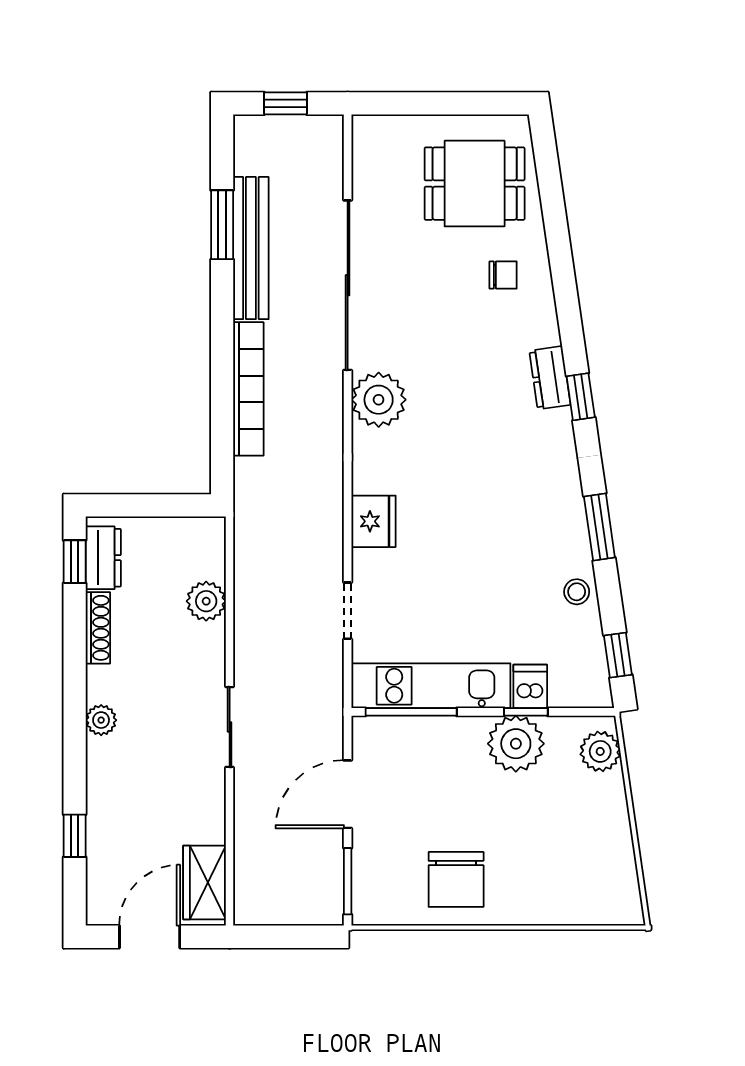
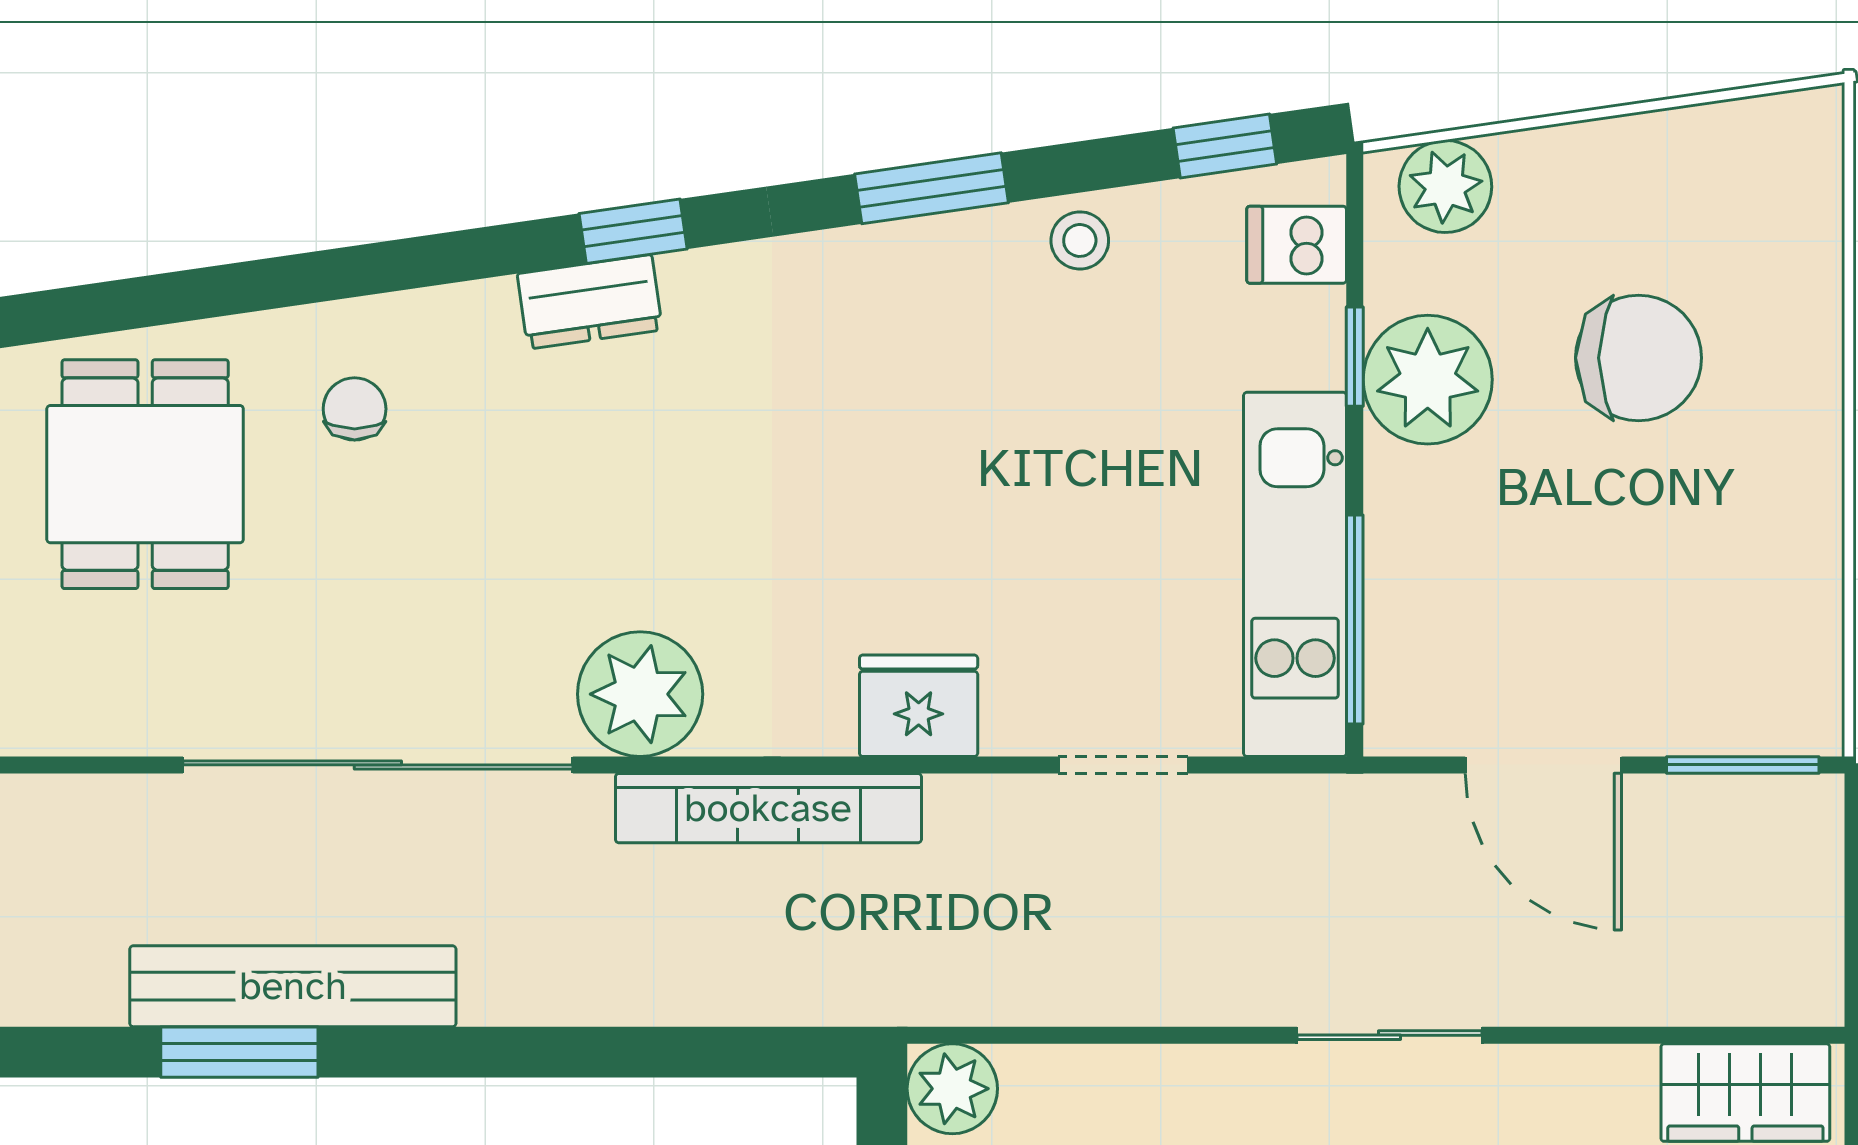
bookcase: (248, 389) -> (768, 808), moved, turned 180
plant: (206, 601) -> (952, 1089), moved
dishwasher: (530, 686) -> (1297, 245), moved
chair: (456, 879) -> (1639, 358), moved

